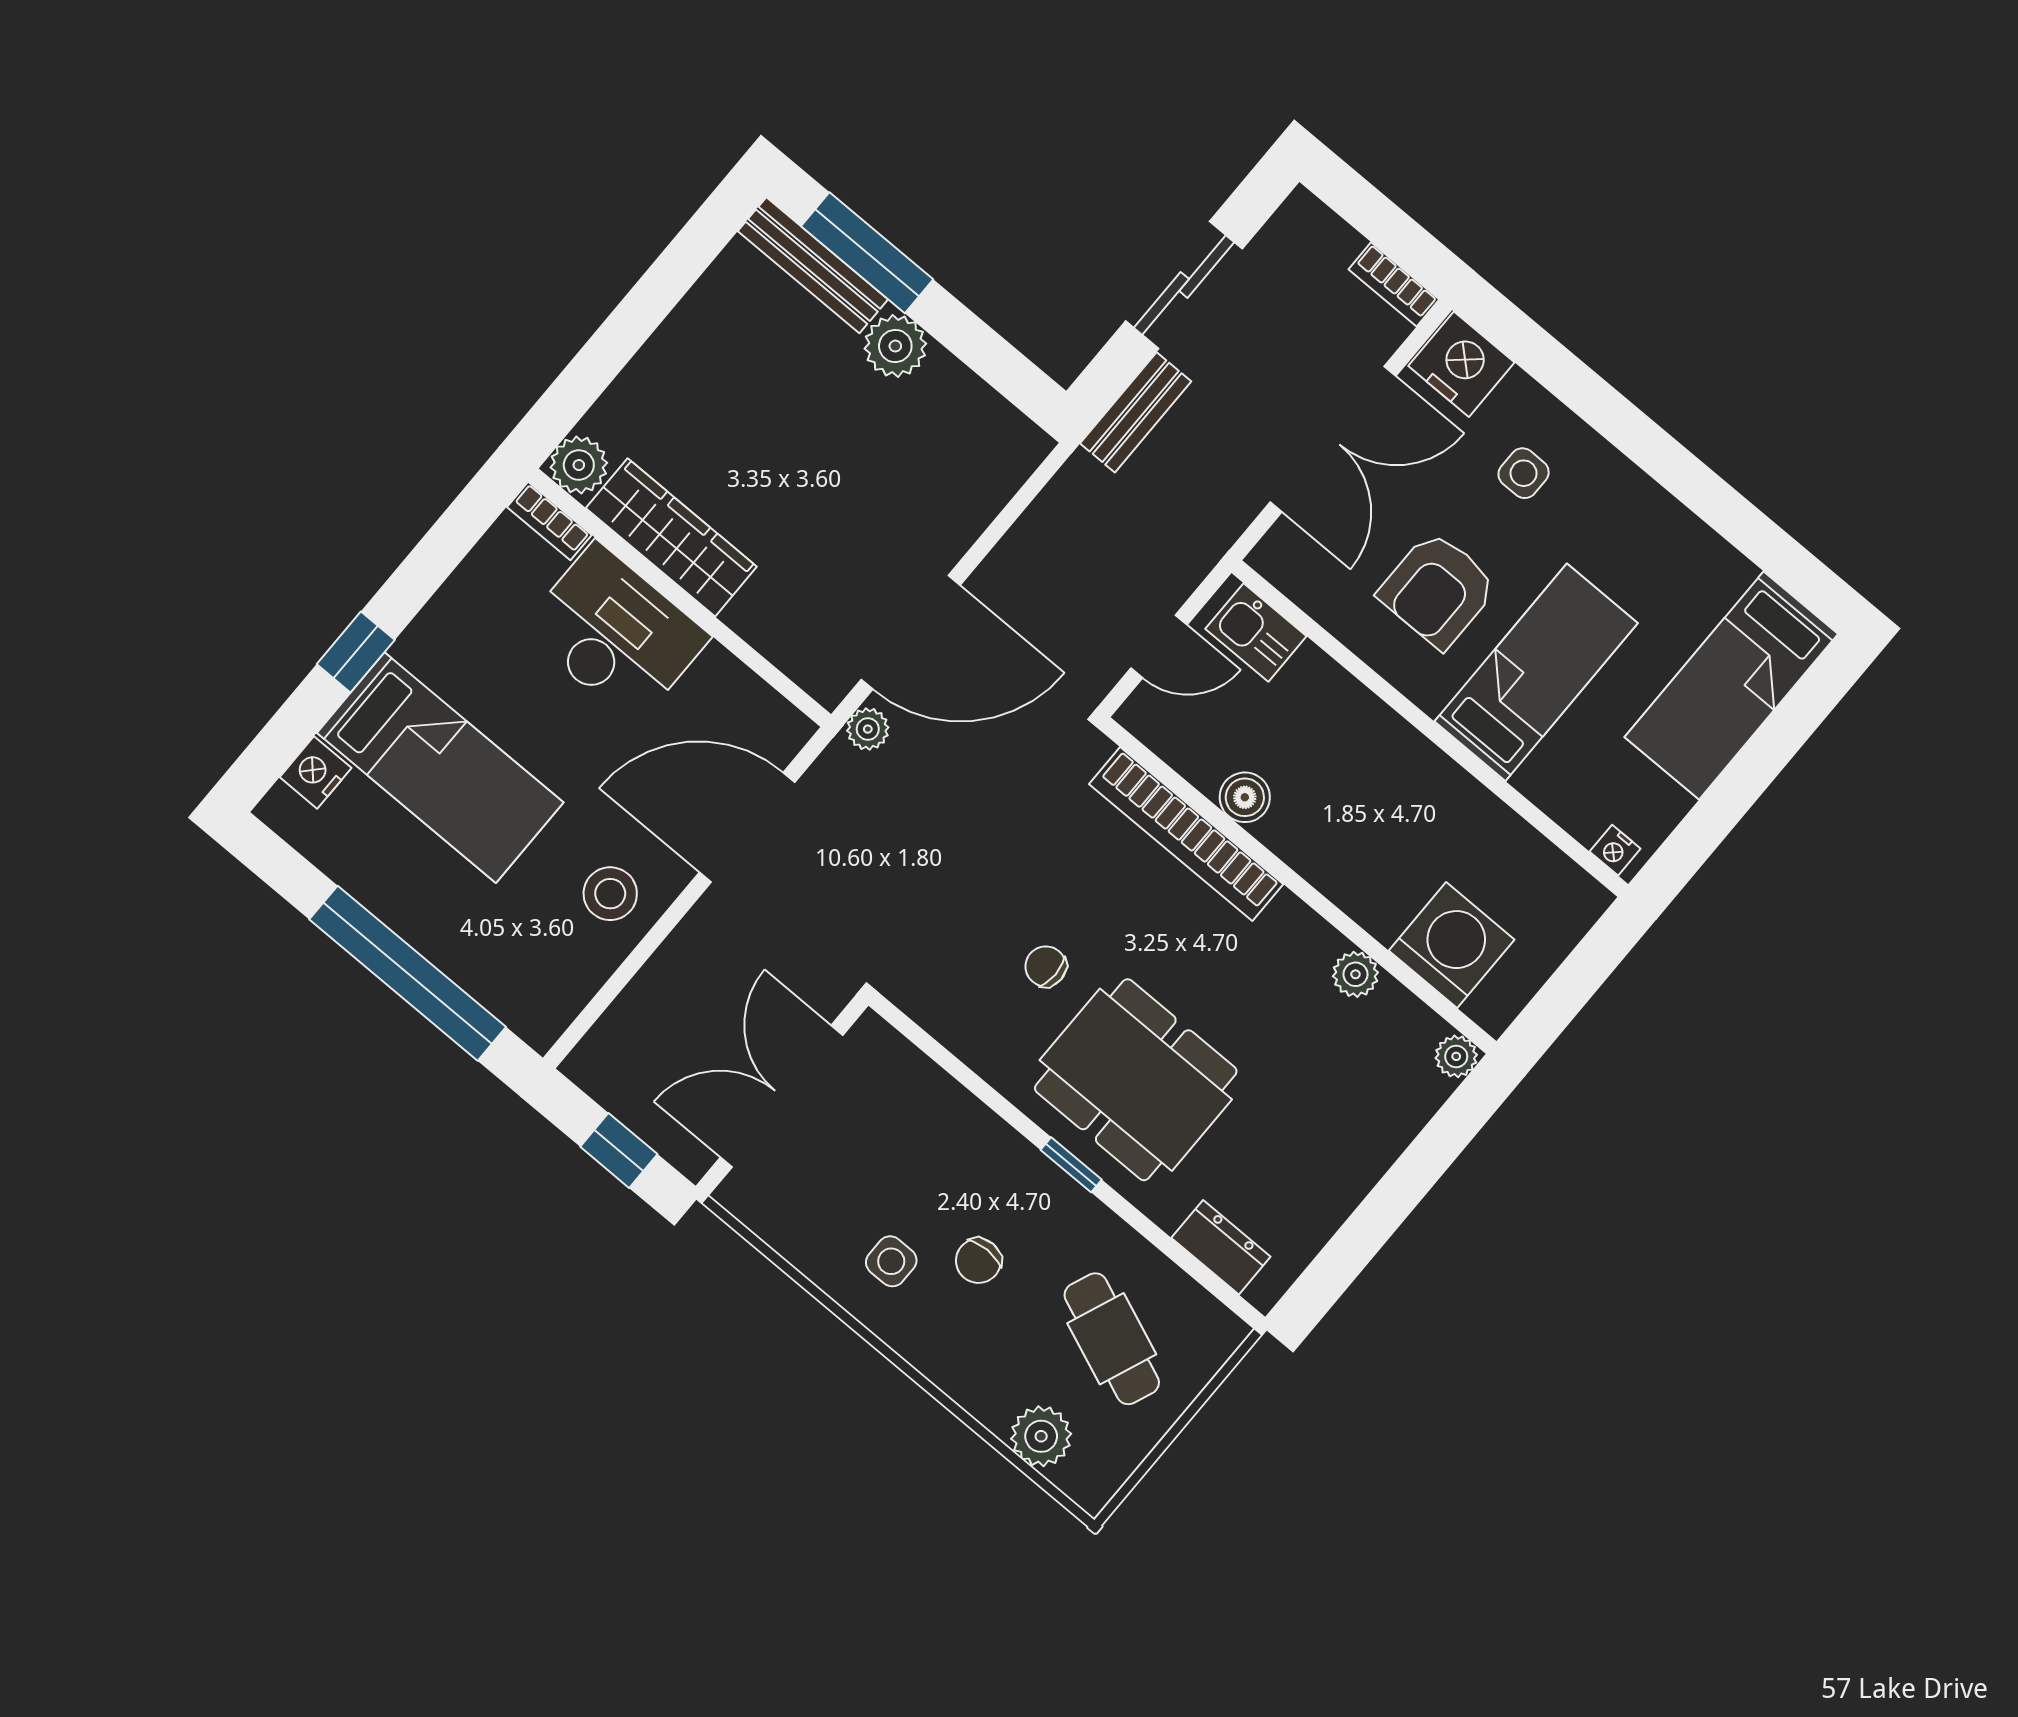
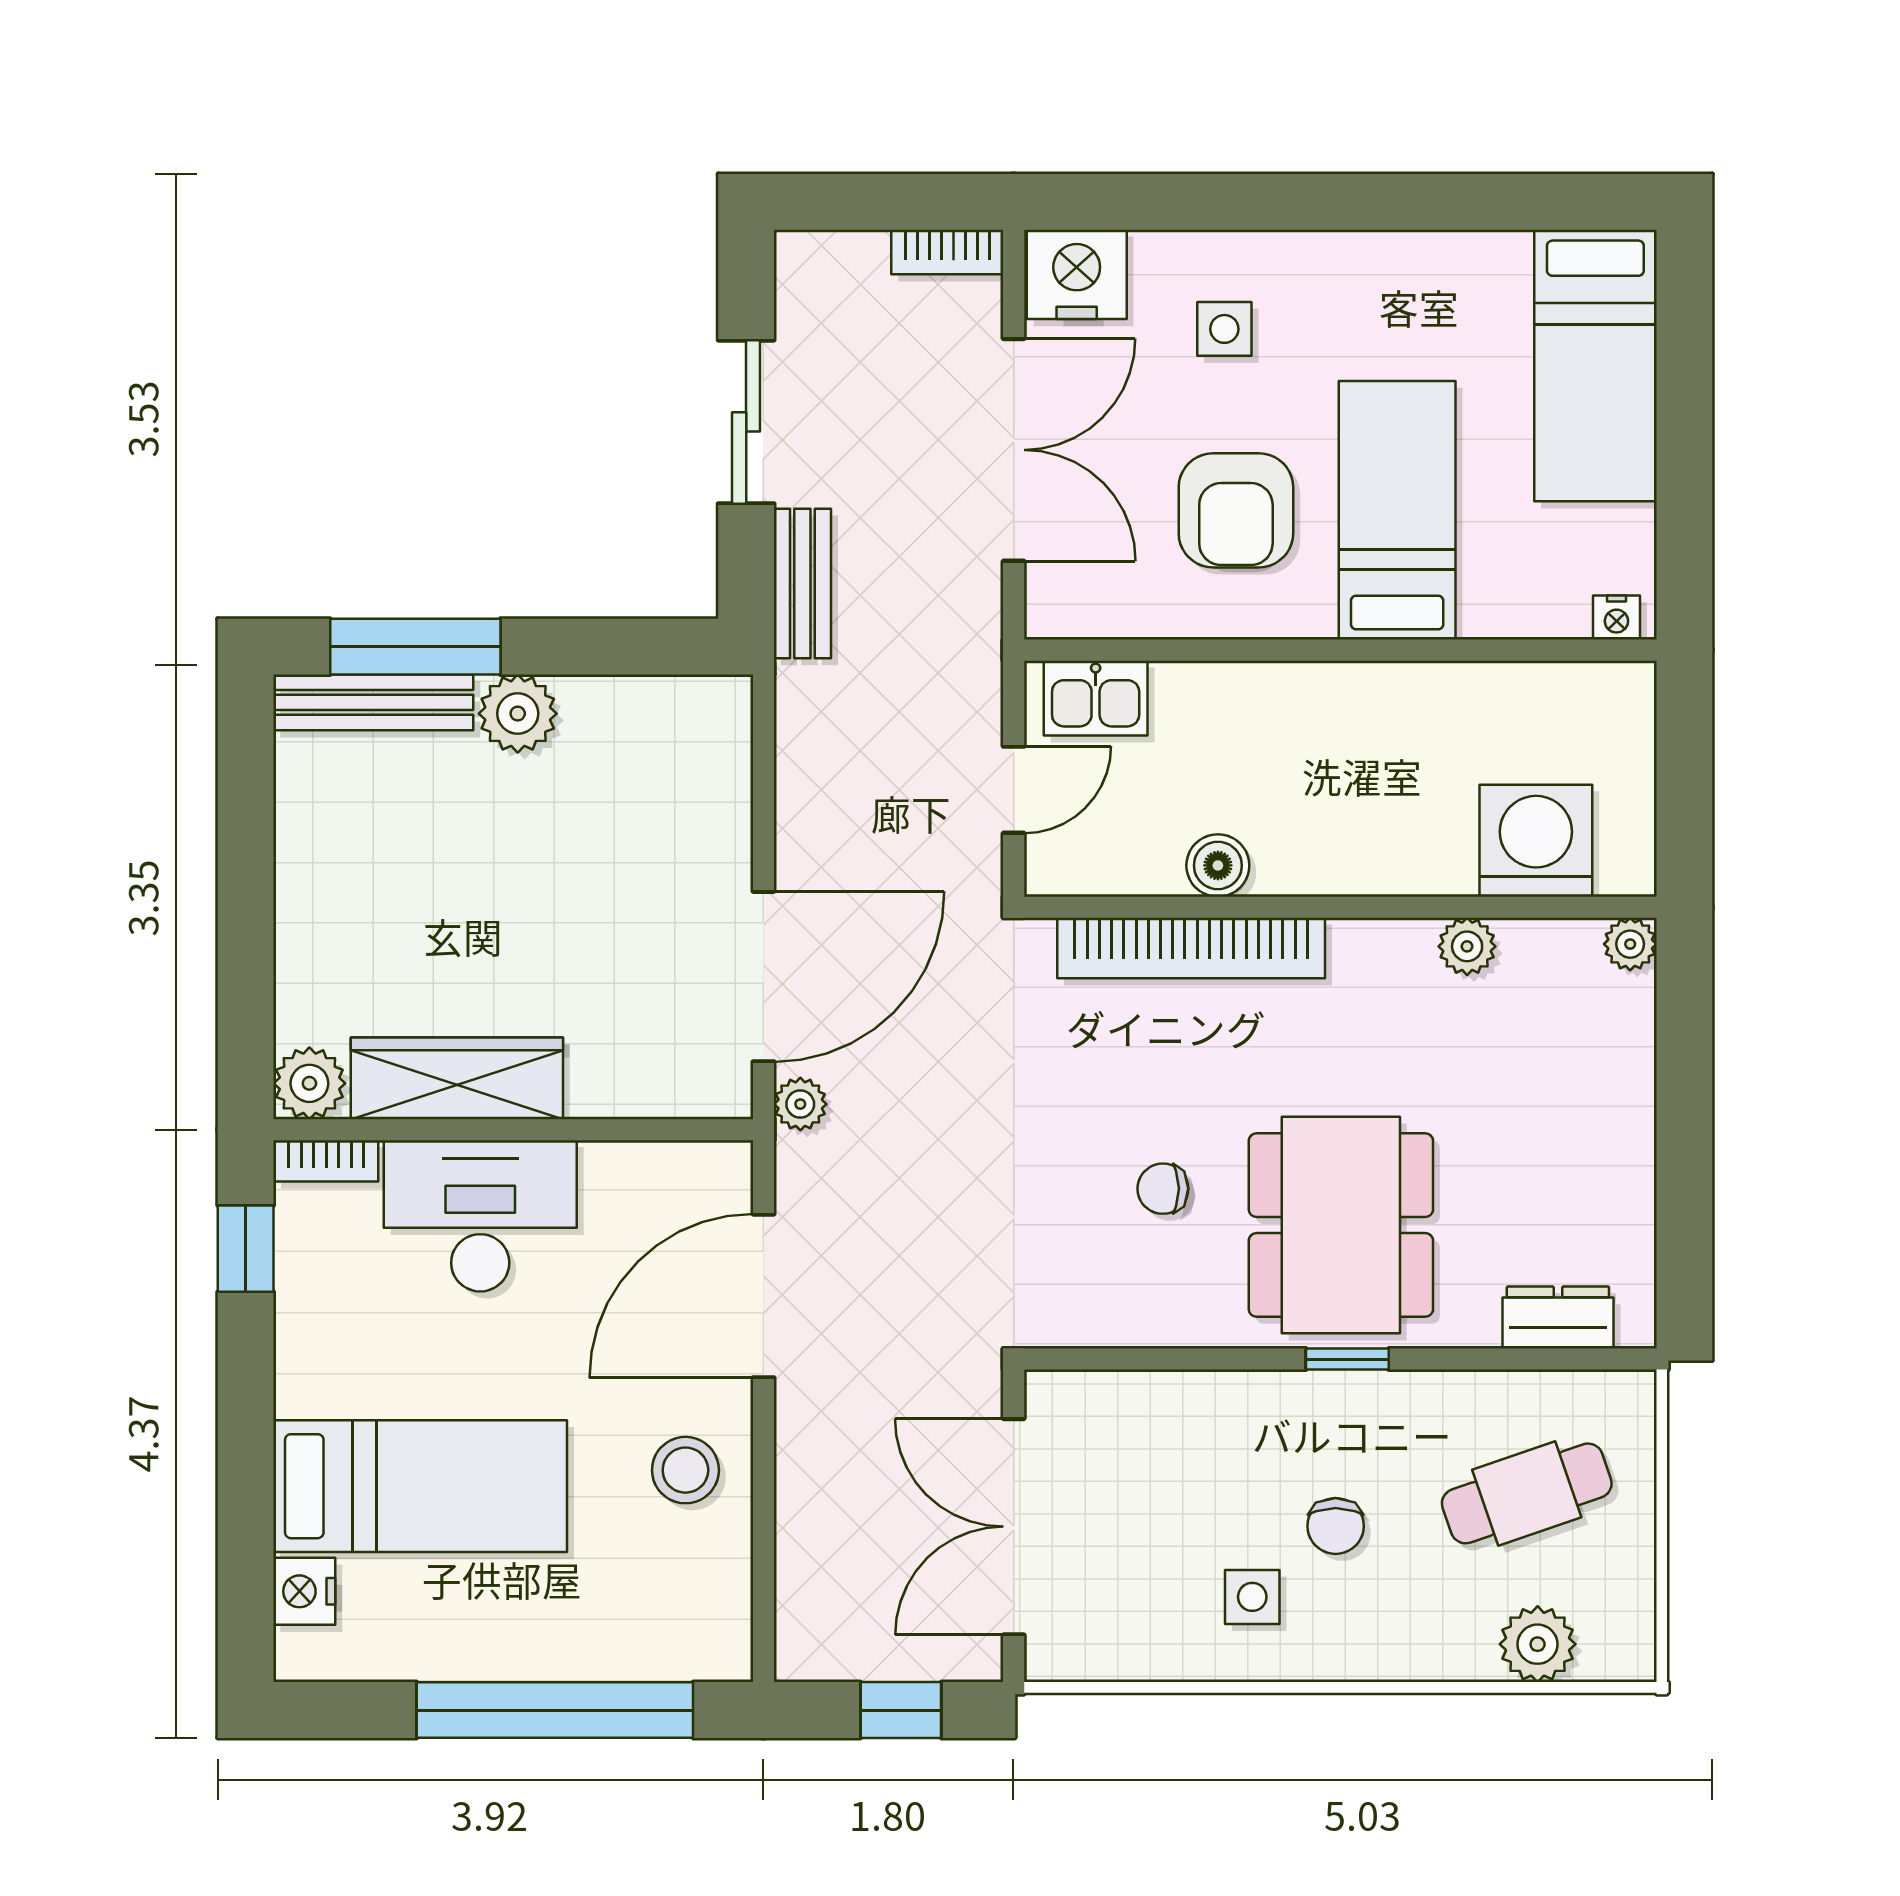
window: (356, 652) -> (246, 1249), moved
dining table: (1136, 1080) -> (1341, 1225), turned 90
cafe table: (1112, 1339) -> (1527, 1493), turned -41

